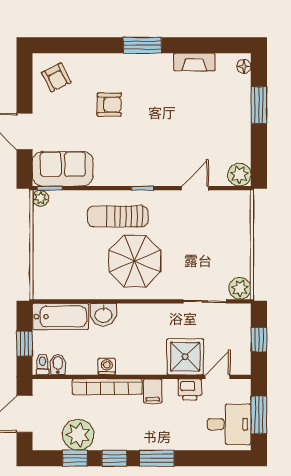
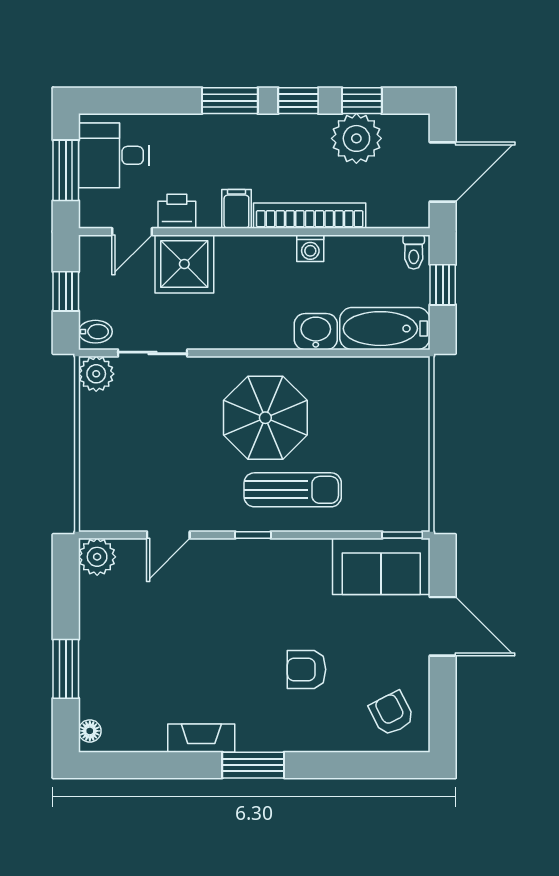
fireplace: (194, 62) -> (201, 738), moved
plant: (41, 198) -> (417, 519), removed
bidet: (58, 364) -> (95, 332), moved, turned -90

